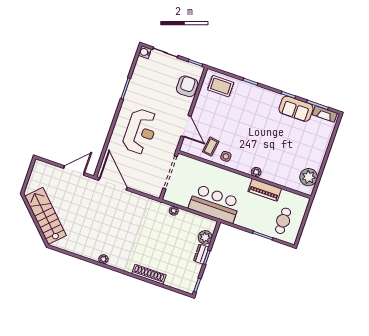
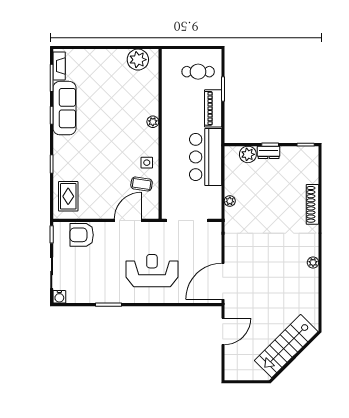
sofa: (296, 109) -> (64, 108), width x1.36
door: (74, 170) -> (223, 331), swing flipped
piano: (265, 190) -> (213, 108), moved, turned 180

